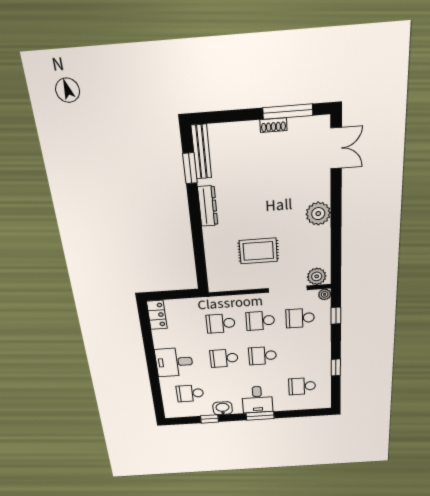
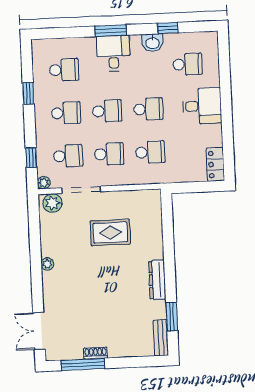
bench: (201, 152) -> (161, 338), width x0.73
plant: (318, 214) -> (47, 264), width x0.53, depth x0.53
school desk: (301, 353) -> (66, 113), added

